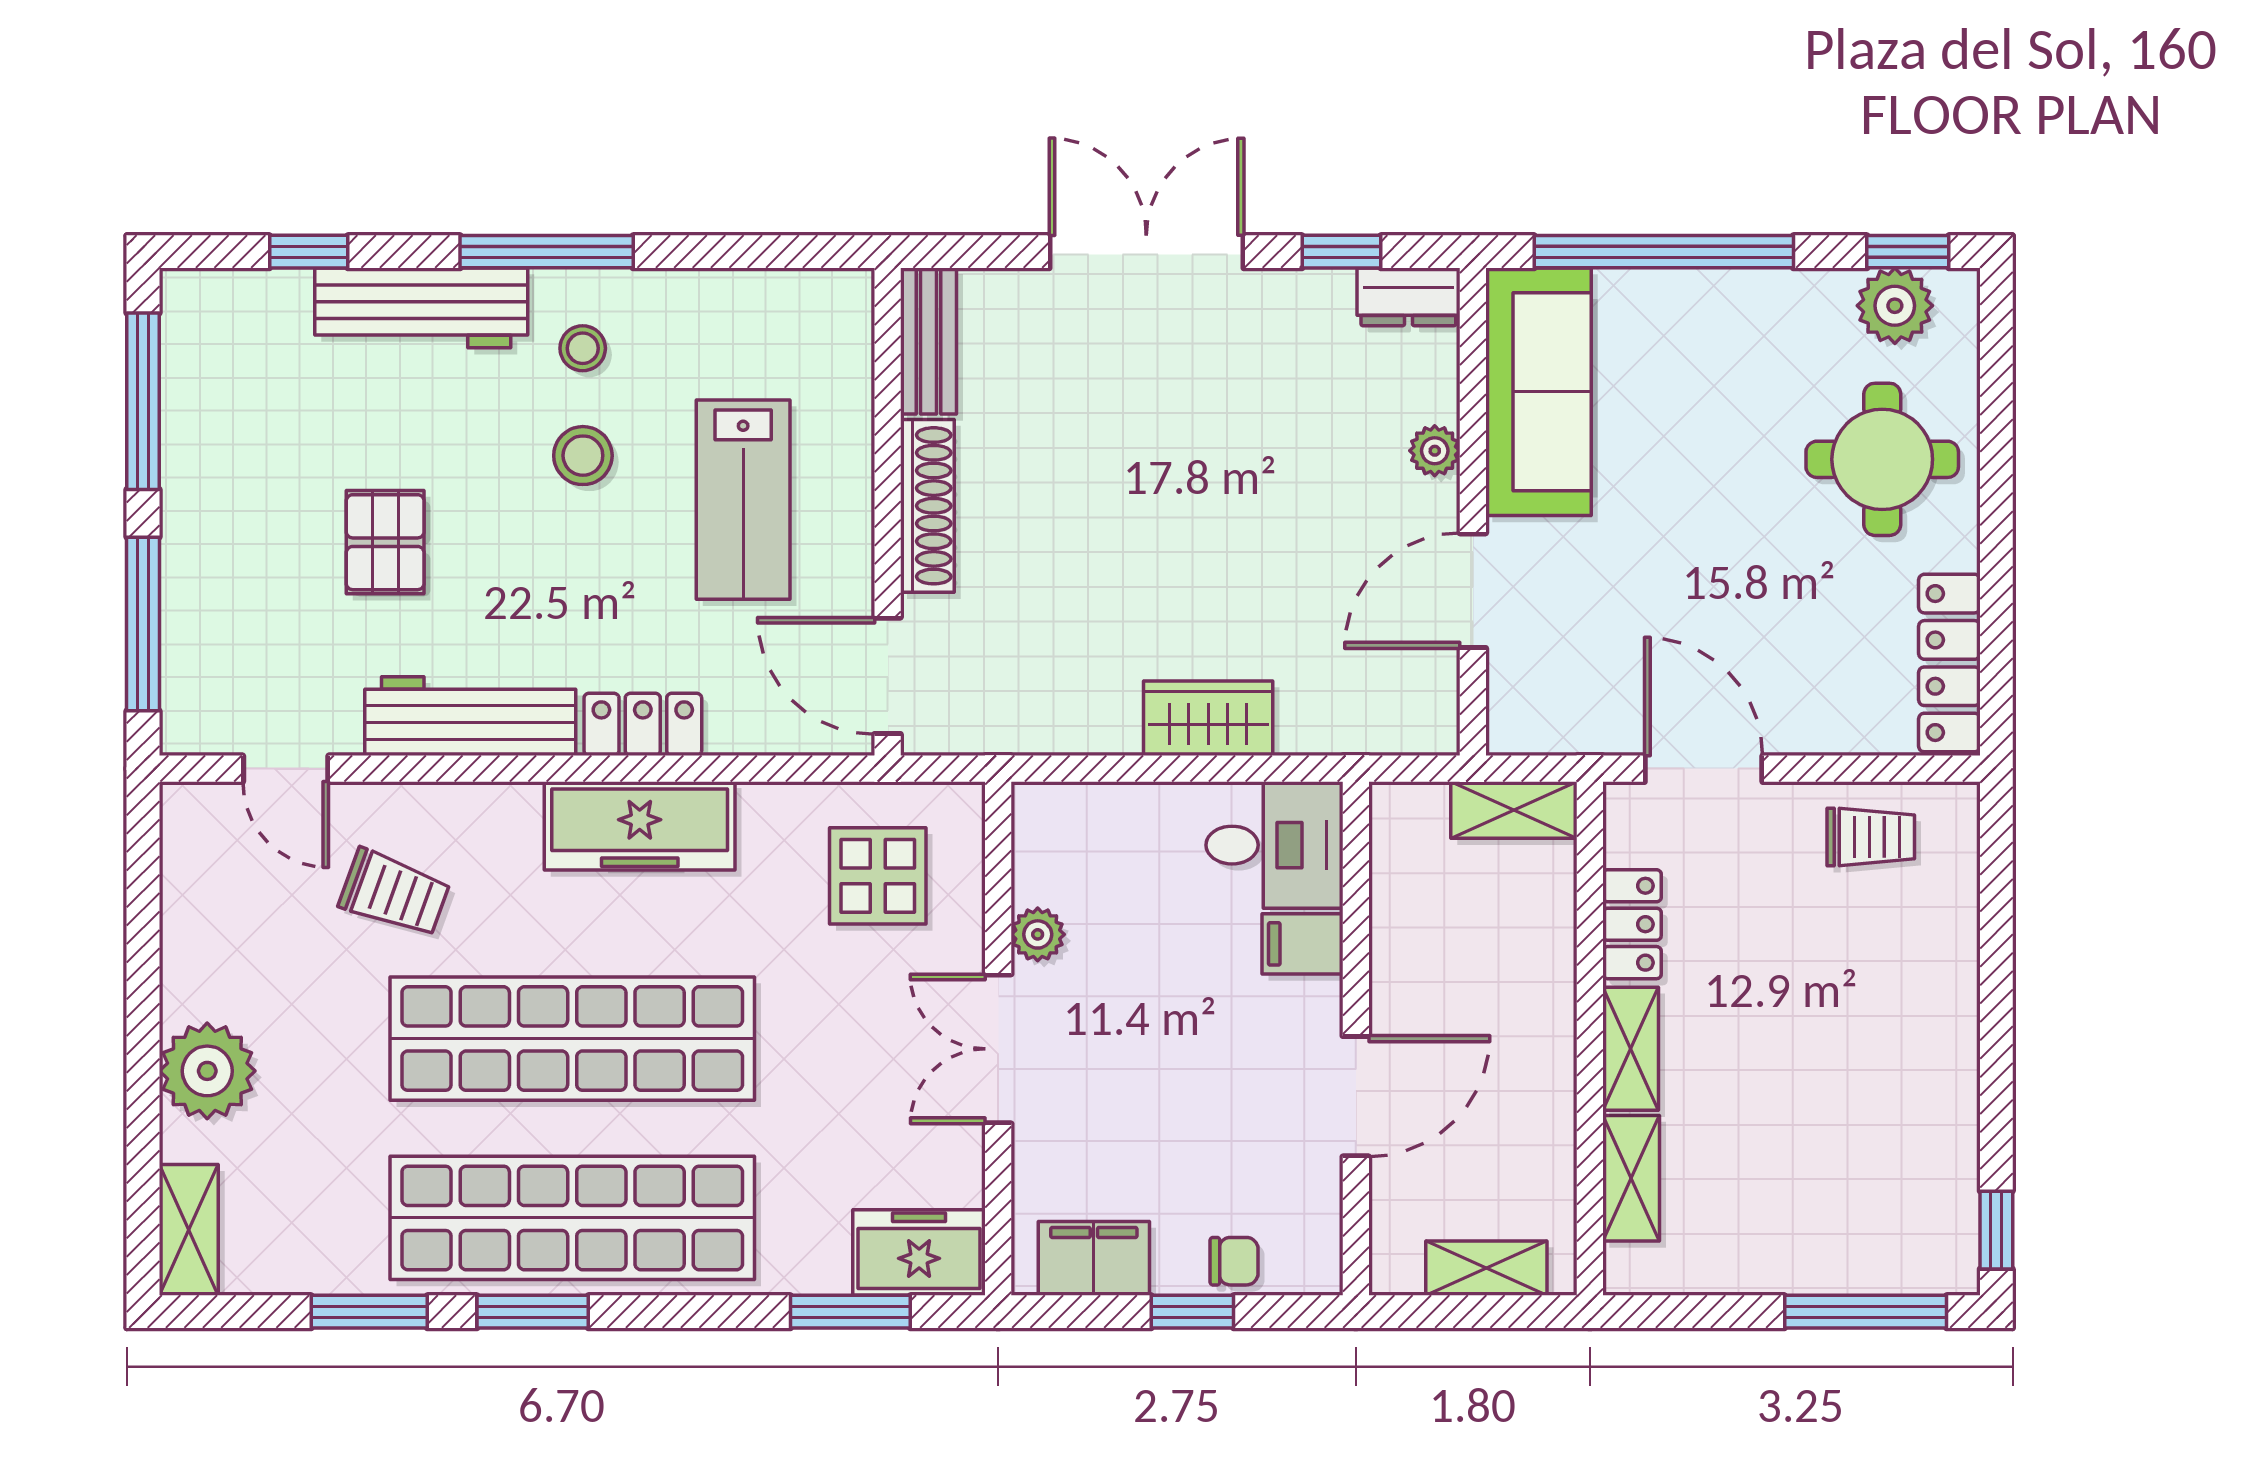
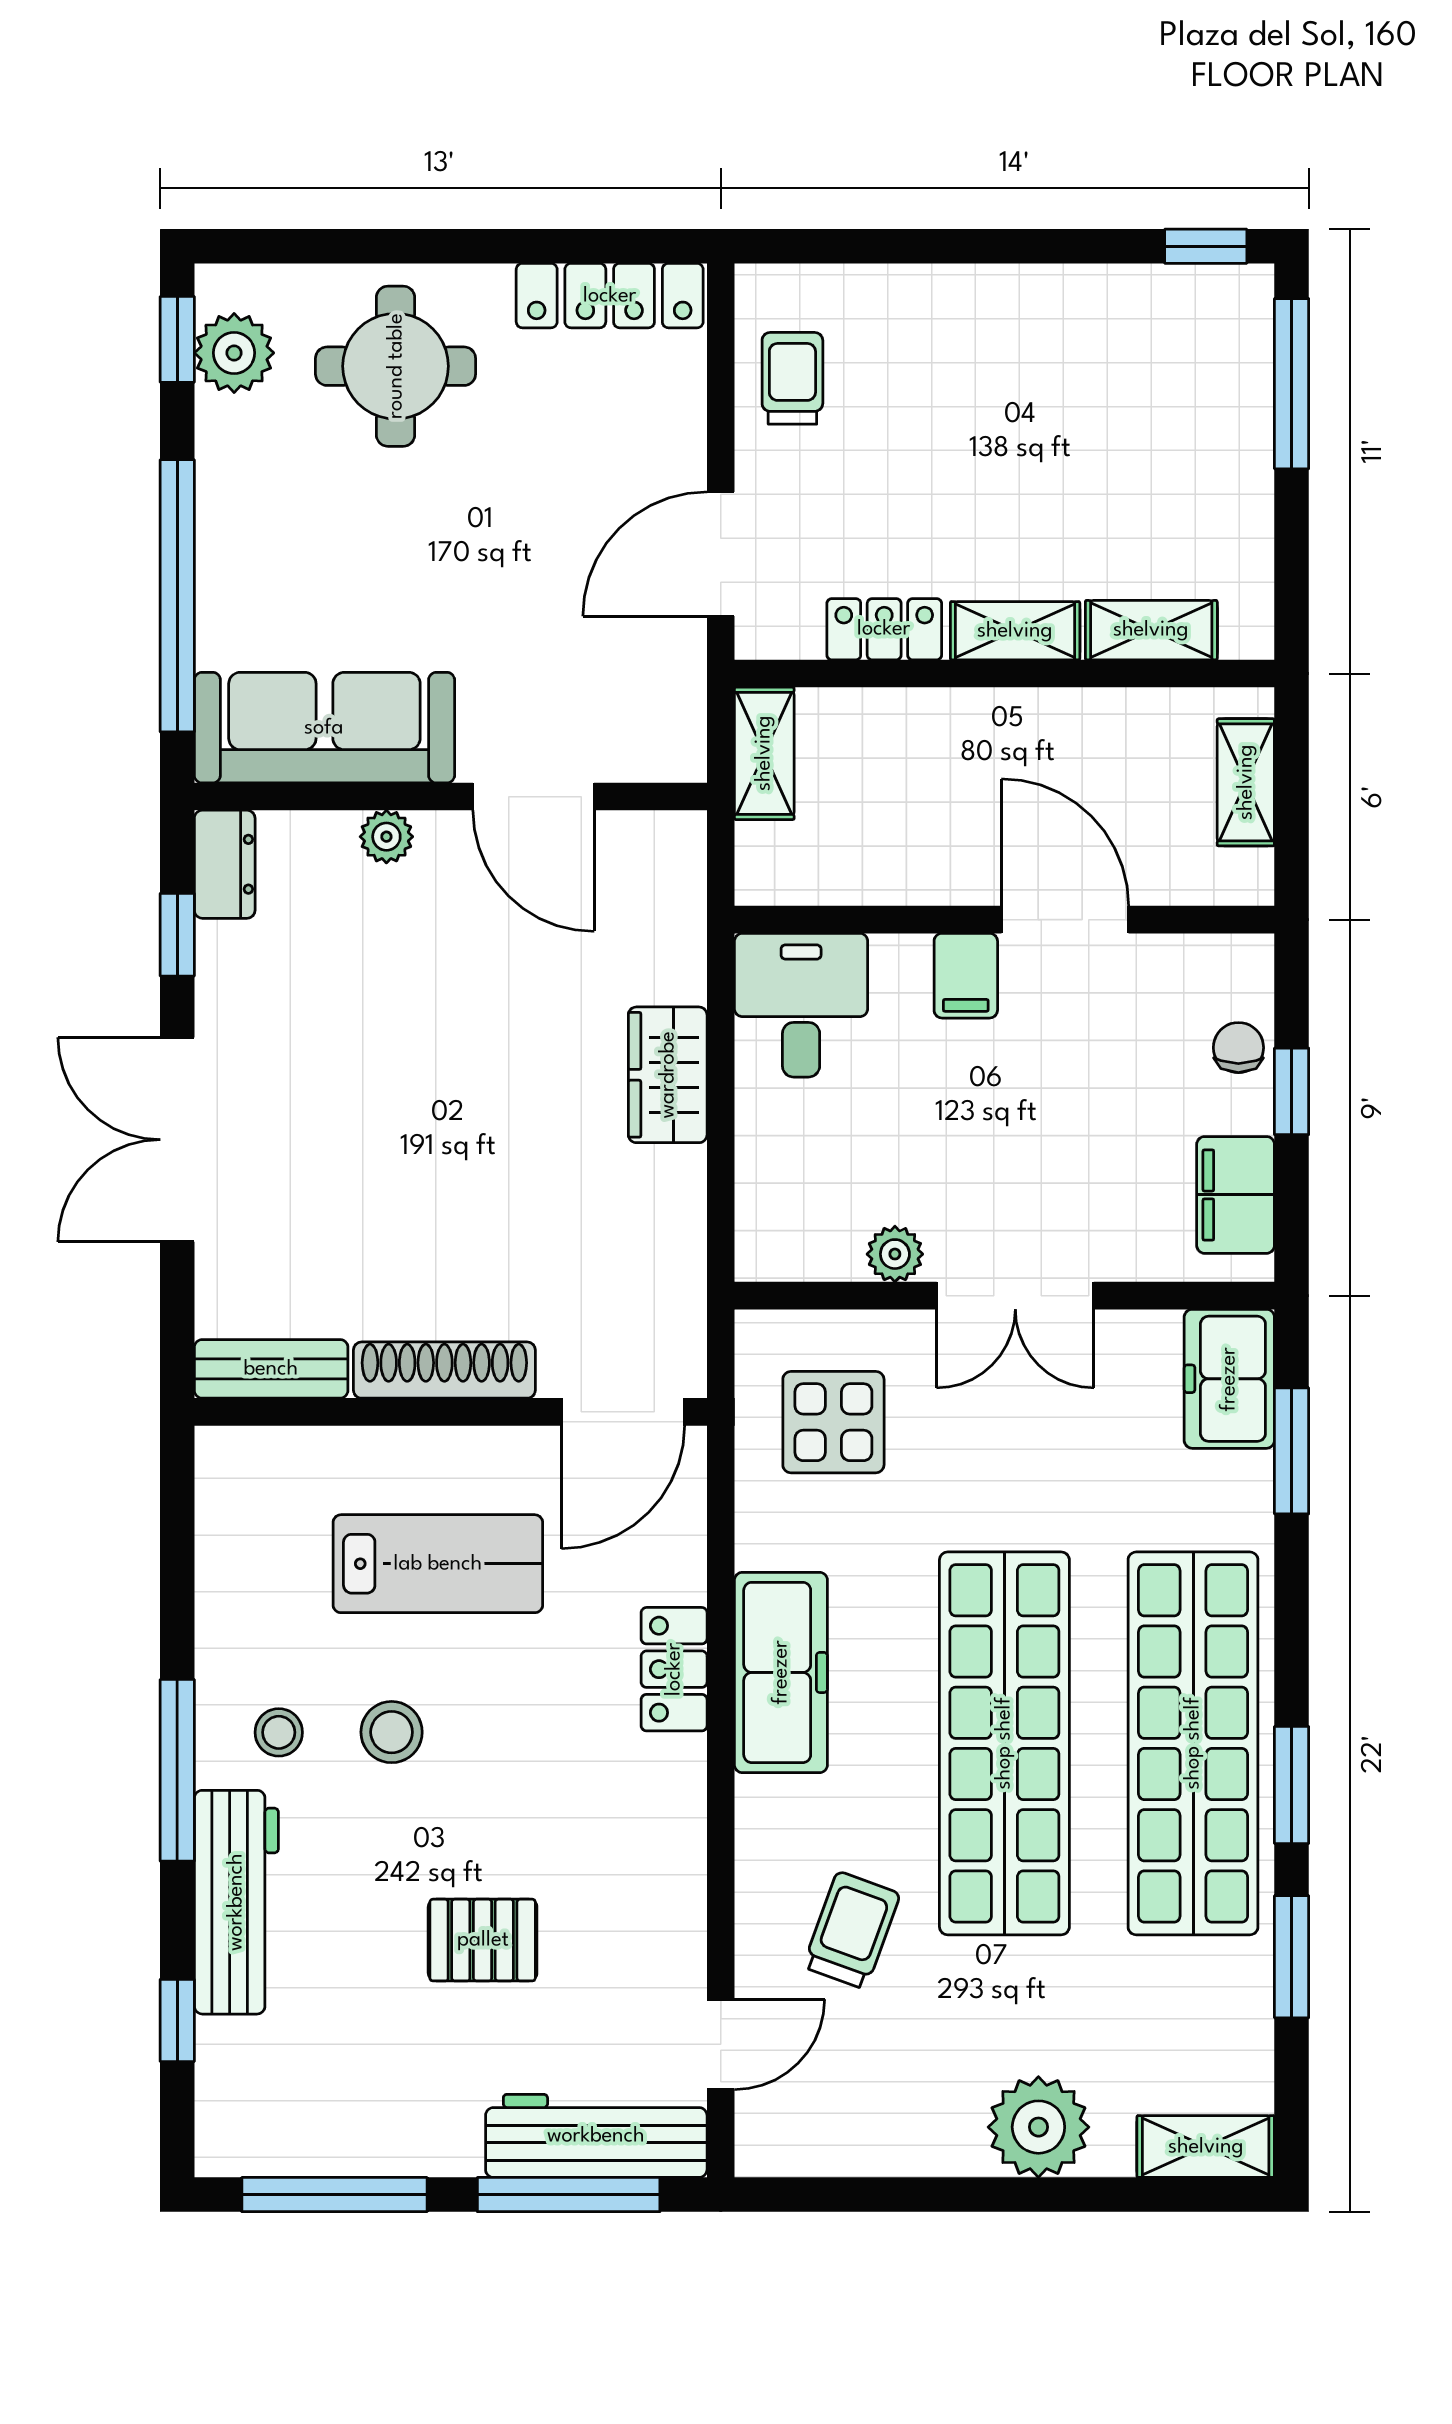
workbench: (470, 716) -> (596, 2136), moved, turned 90
filing cabinet: (1302, 944) -> (966, 976), moved

